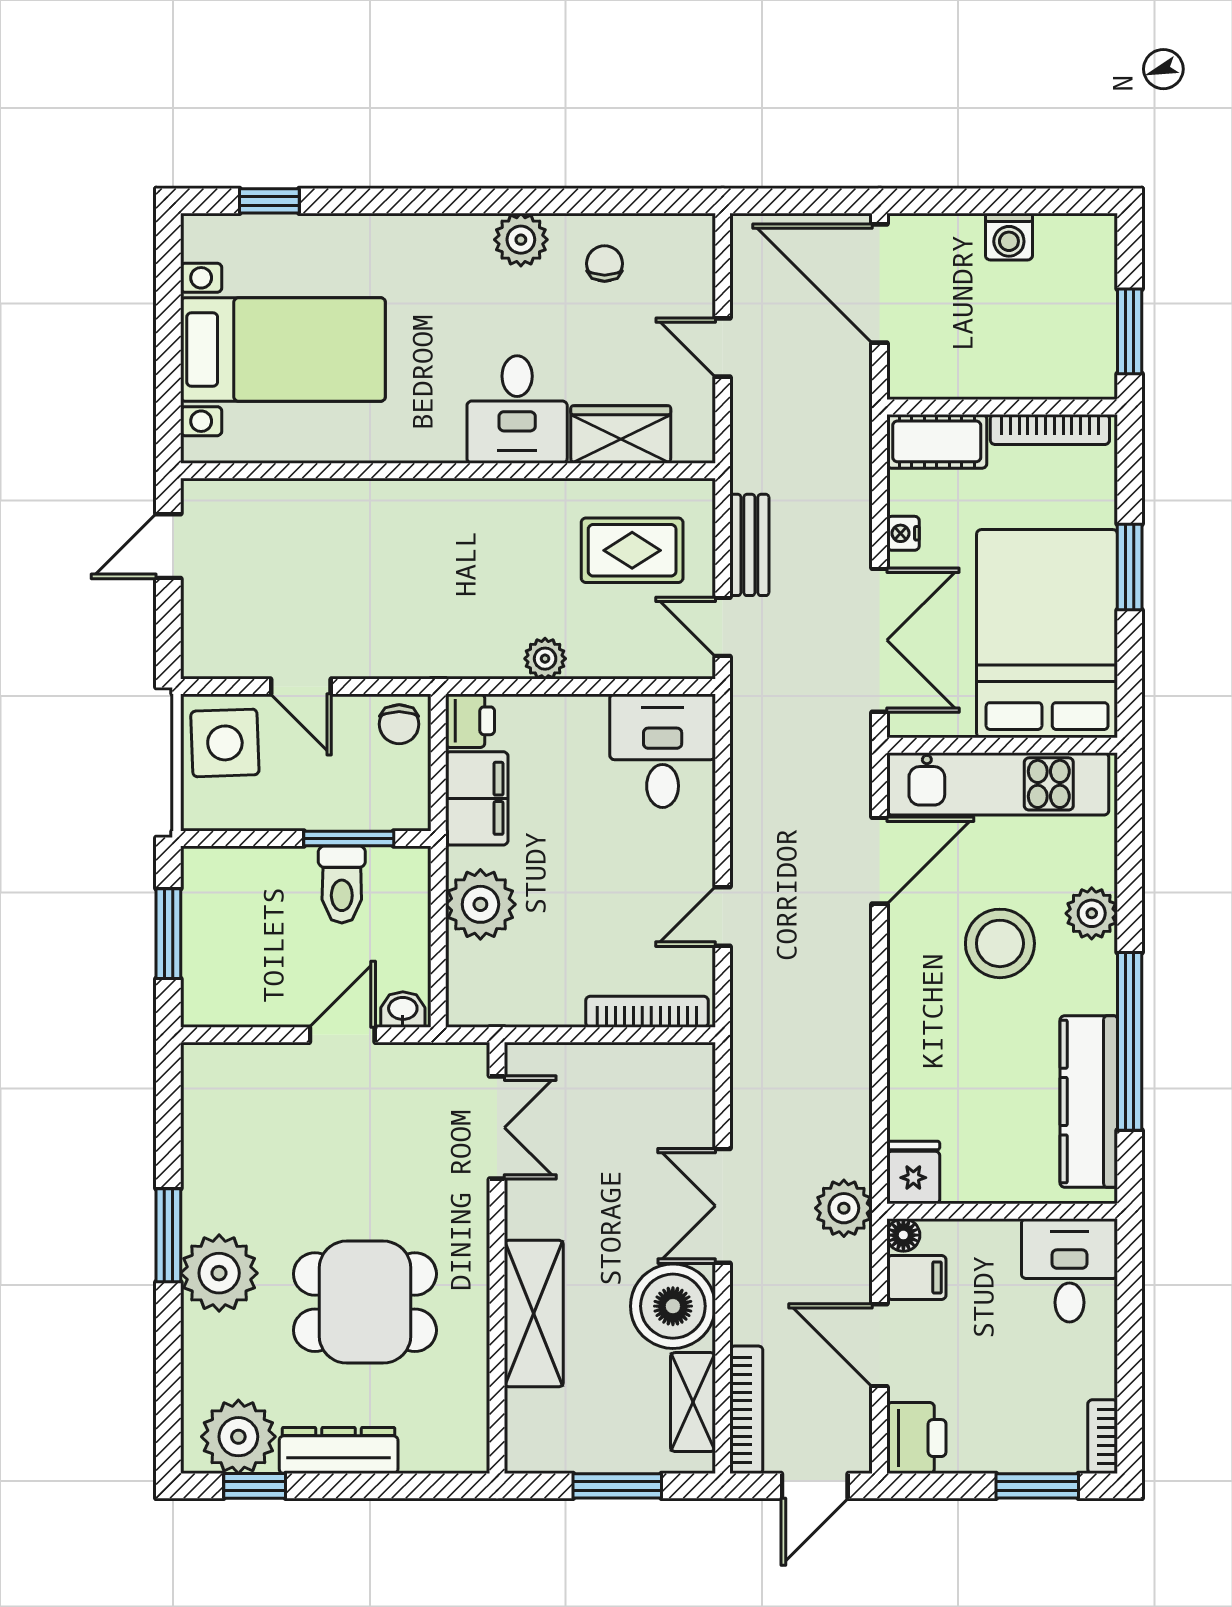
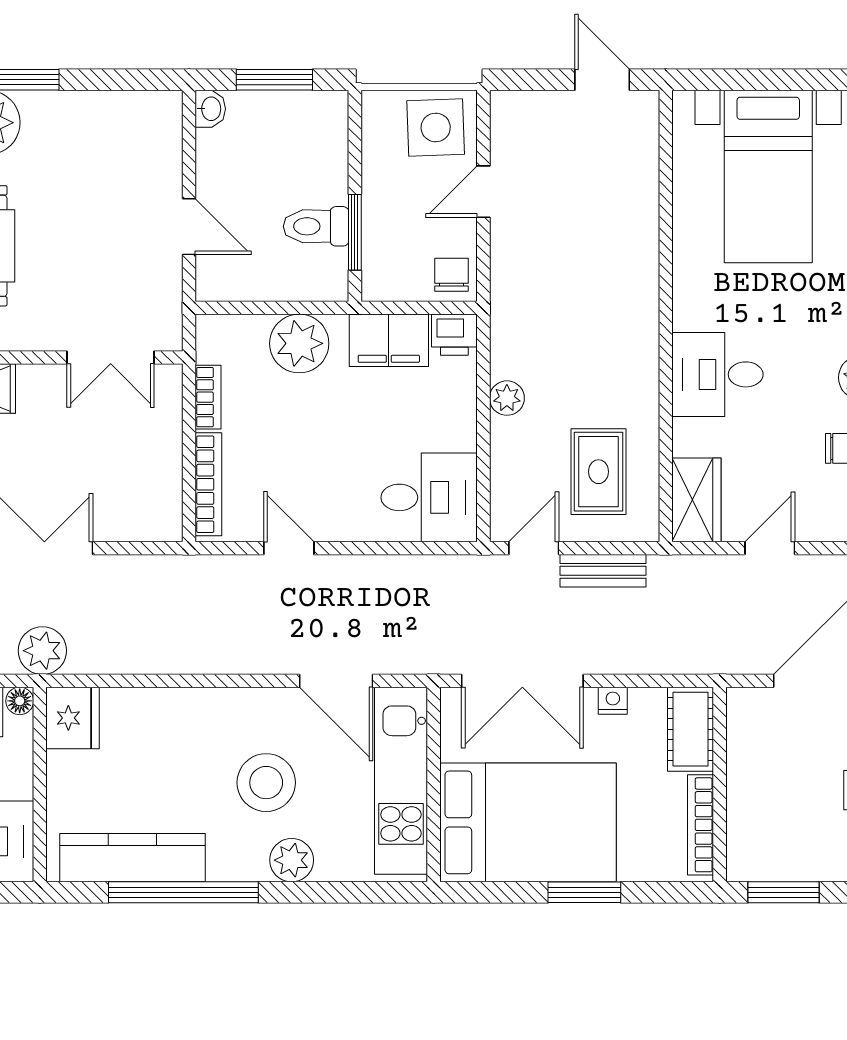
wardrobe: (621, 434) -> (696, 500), moved
chair: (399, 724) -> (451, 275), turned 90
washbasin: (403, 1010) -> (210, 109), moved
bookcase: (544, 1012) -> (208, 397), added
fridge: (913, 1172) -> (73, 718), width x1.38

